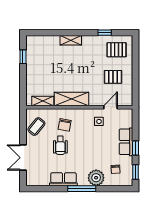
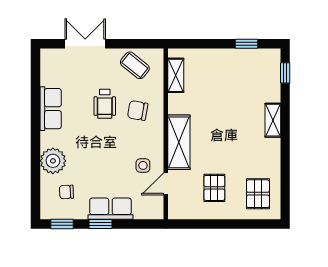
window: (105, 33) -> (285, 73), moved
shelving: (72, 99) -> (179, 142), moved
door: (110, 107) -> (166, 184), swing flipped
wheelchair: (60, 145) -> (105, 104), turned -90
window: (82, 189) -> (35, 138), removed

